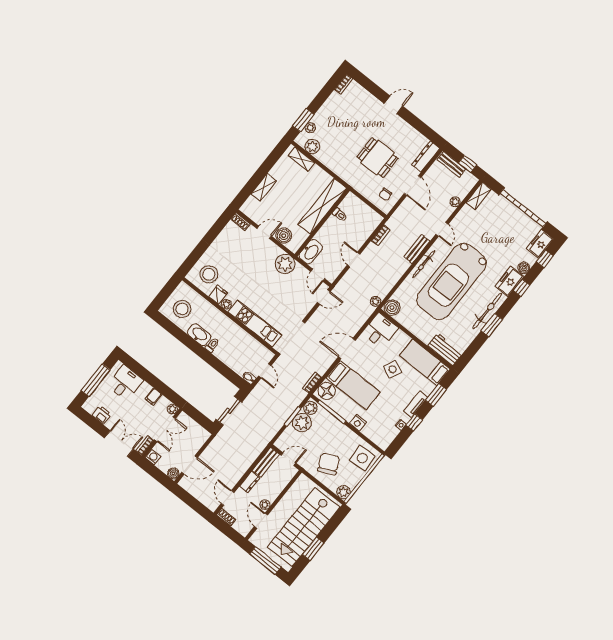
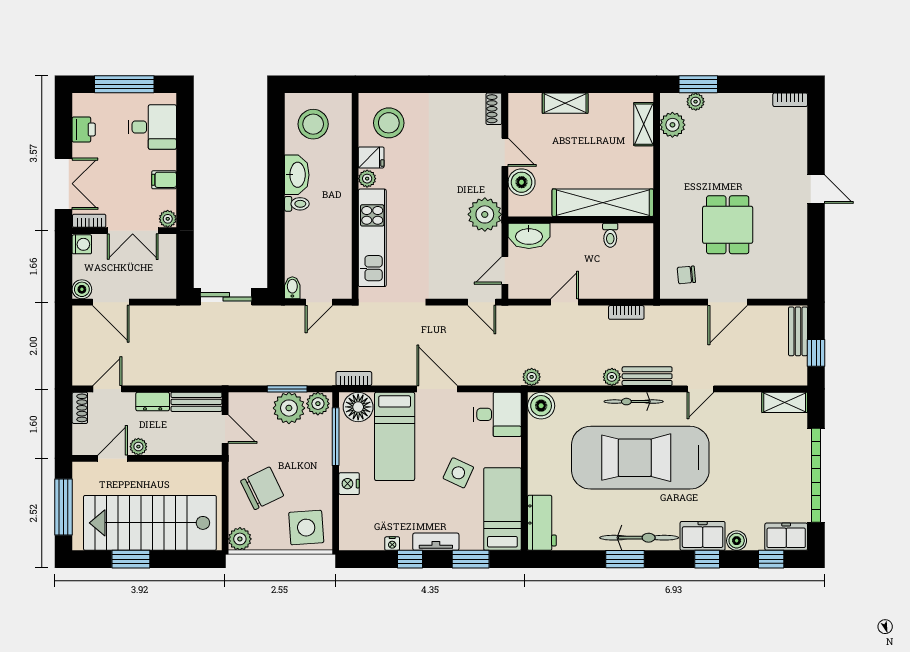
dresser: (426, 157) -> (781, 289), removed
plant: (455, 202) -> (612, 377), moved

